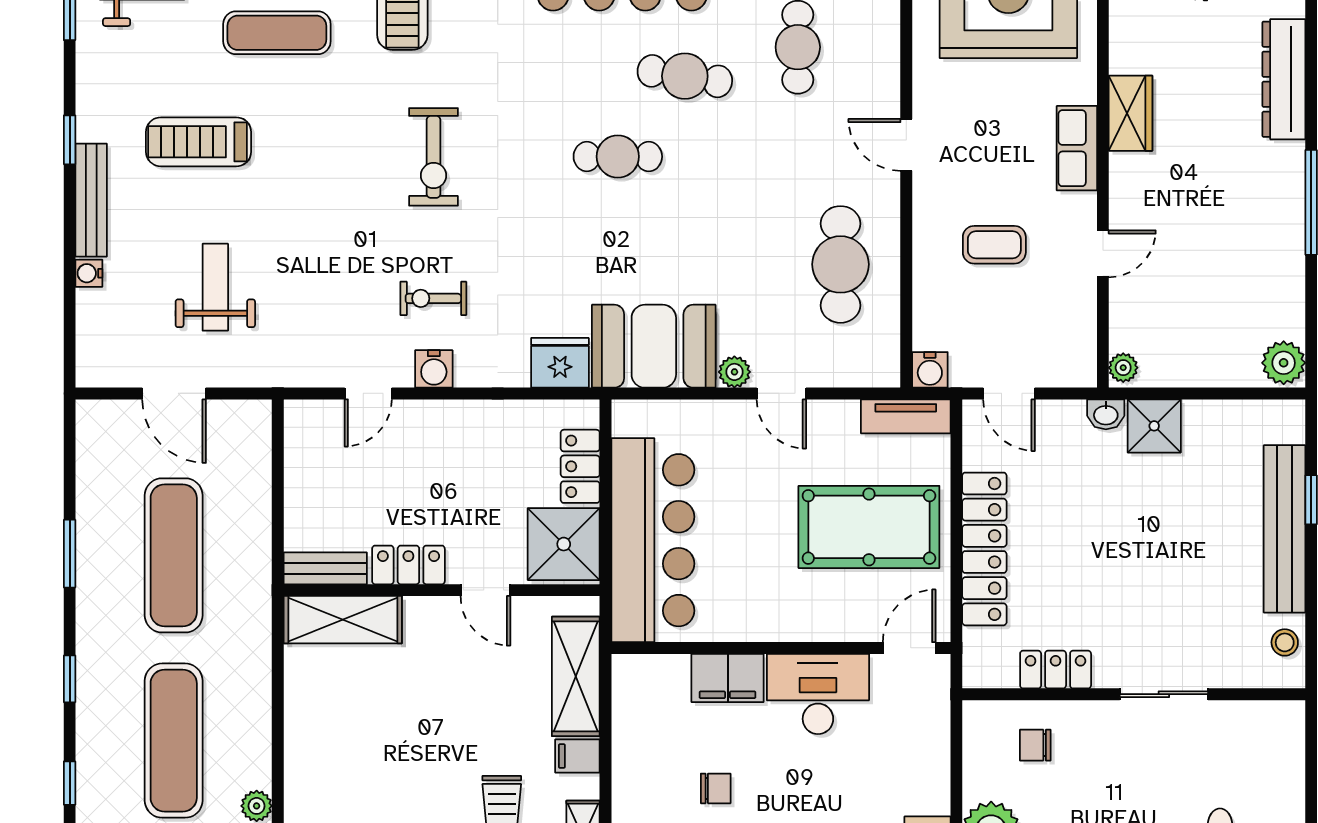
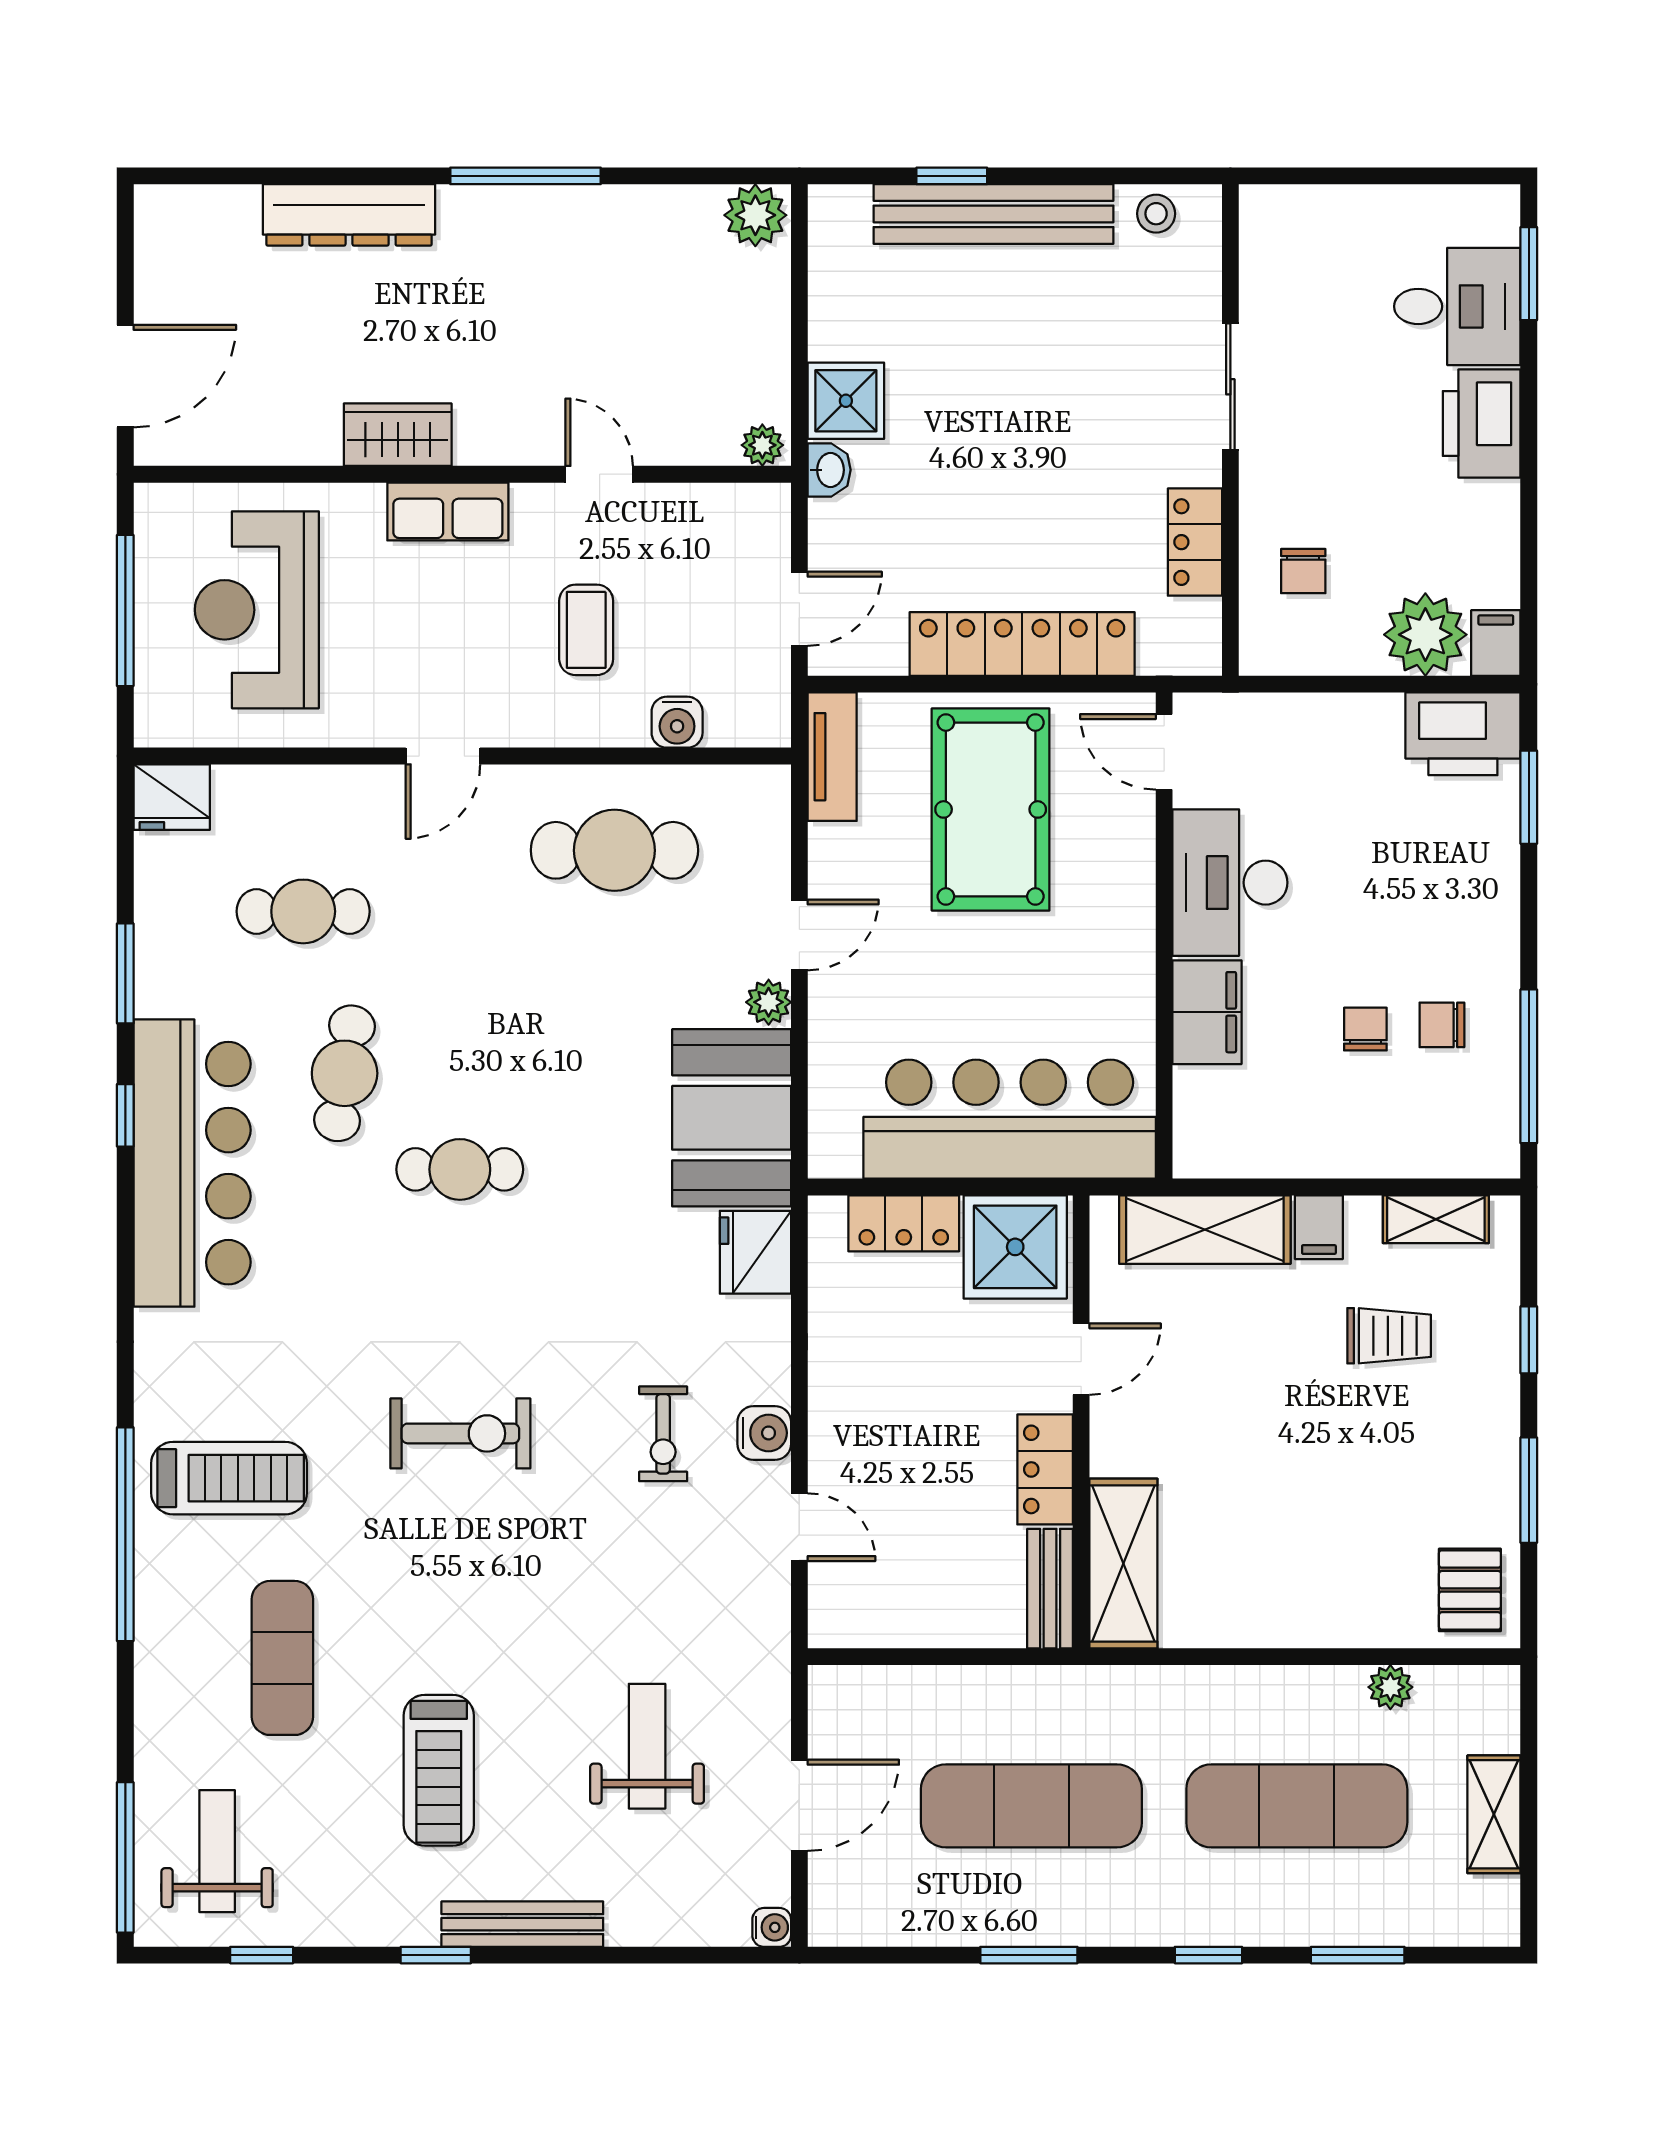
cafe table: (618, 157) -> (460, 1169), turned 90
water cooler: (89, 273) -> (772, 1927), moved, turned -90
weight bench: (215, 287) -> (647, 1746), turned 90
water cooler: (930, 370) -> (677, 722), moved, turned 90
window: (70, 783) -> (1358, 1955), width x1.50

